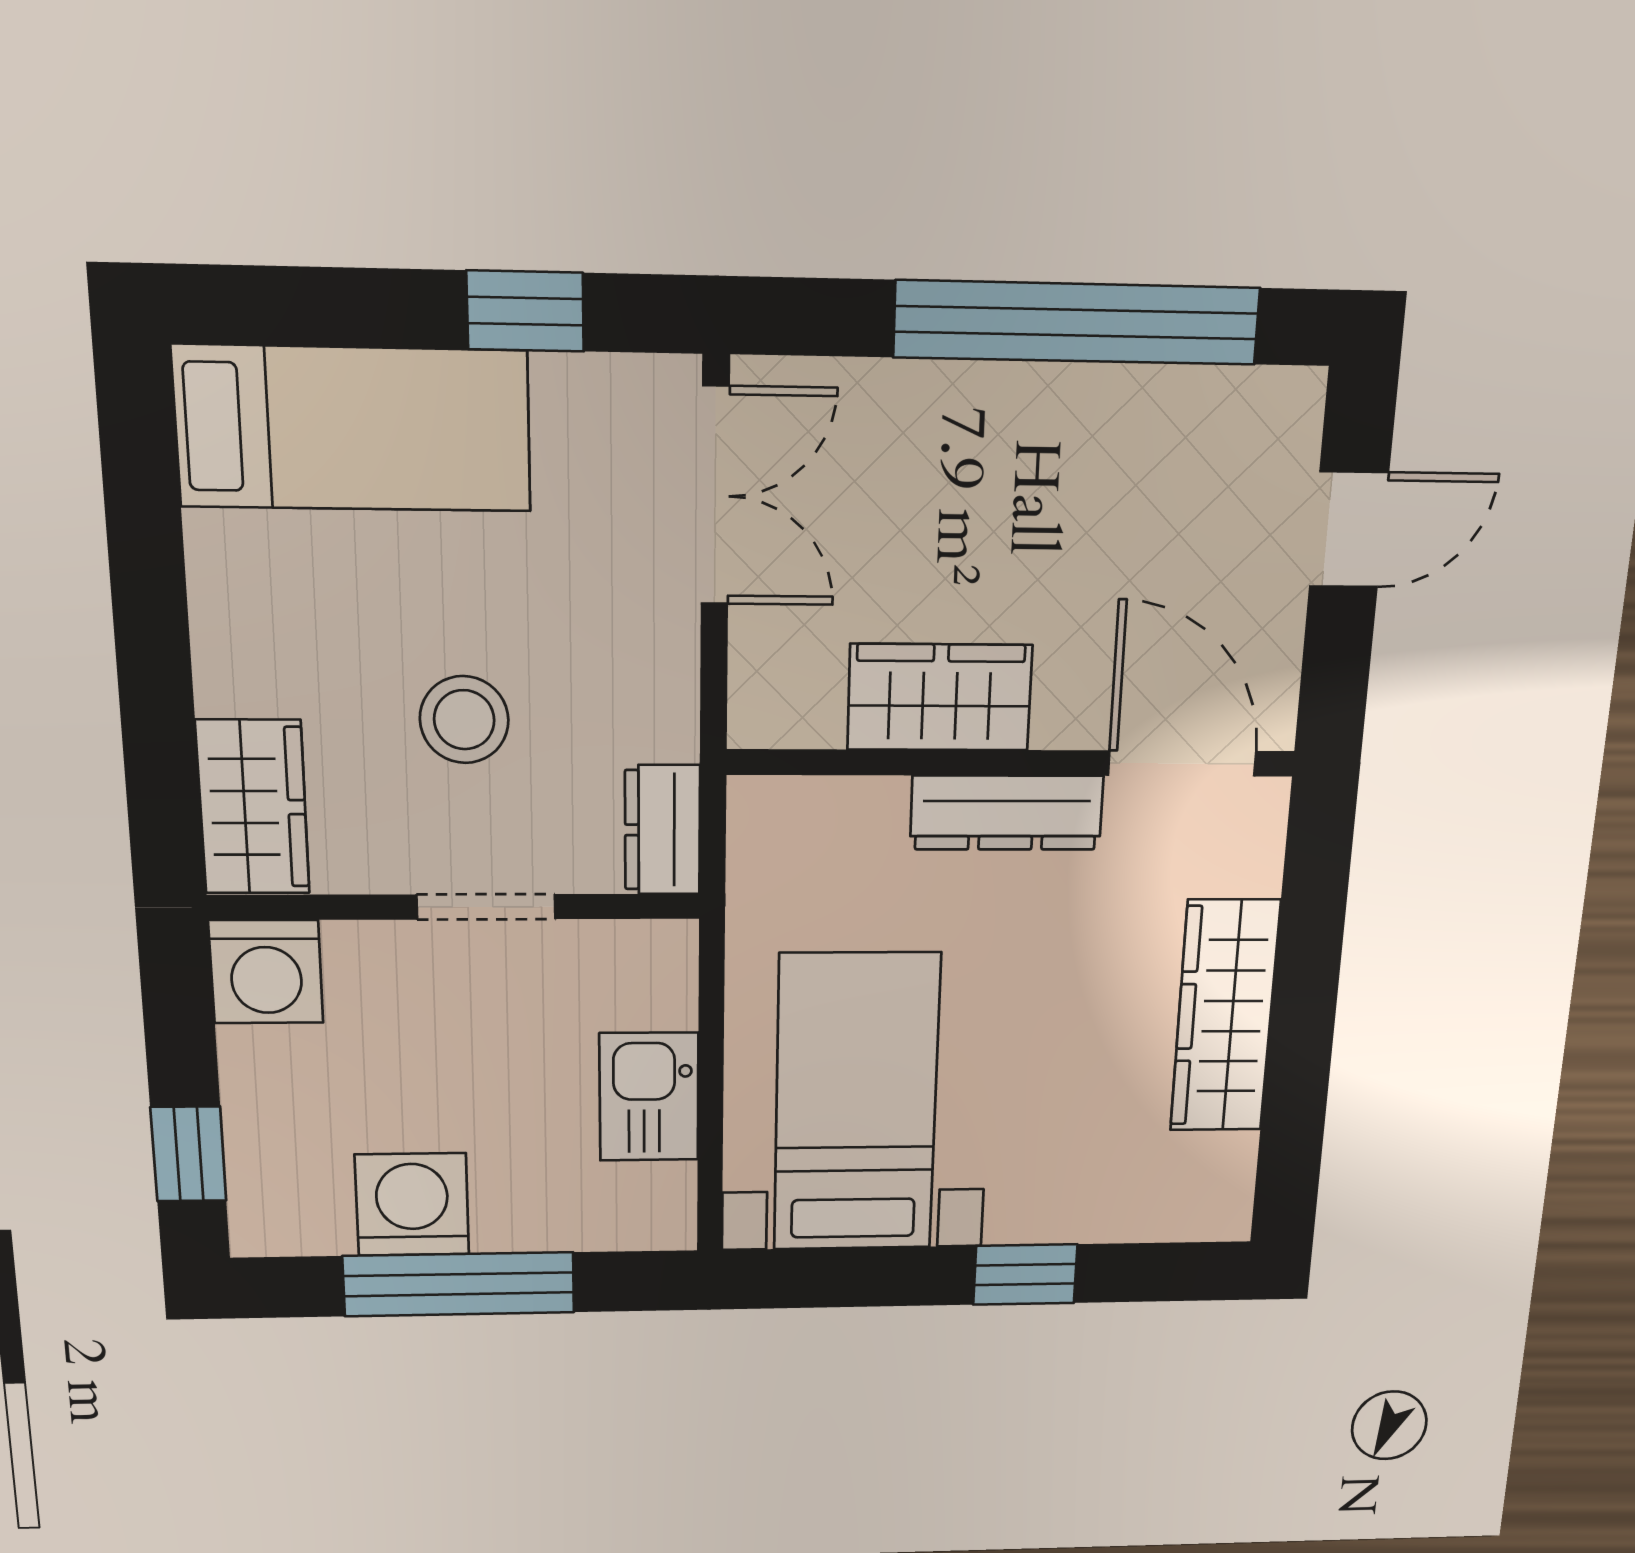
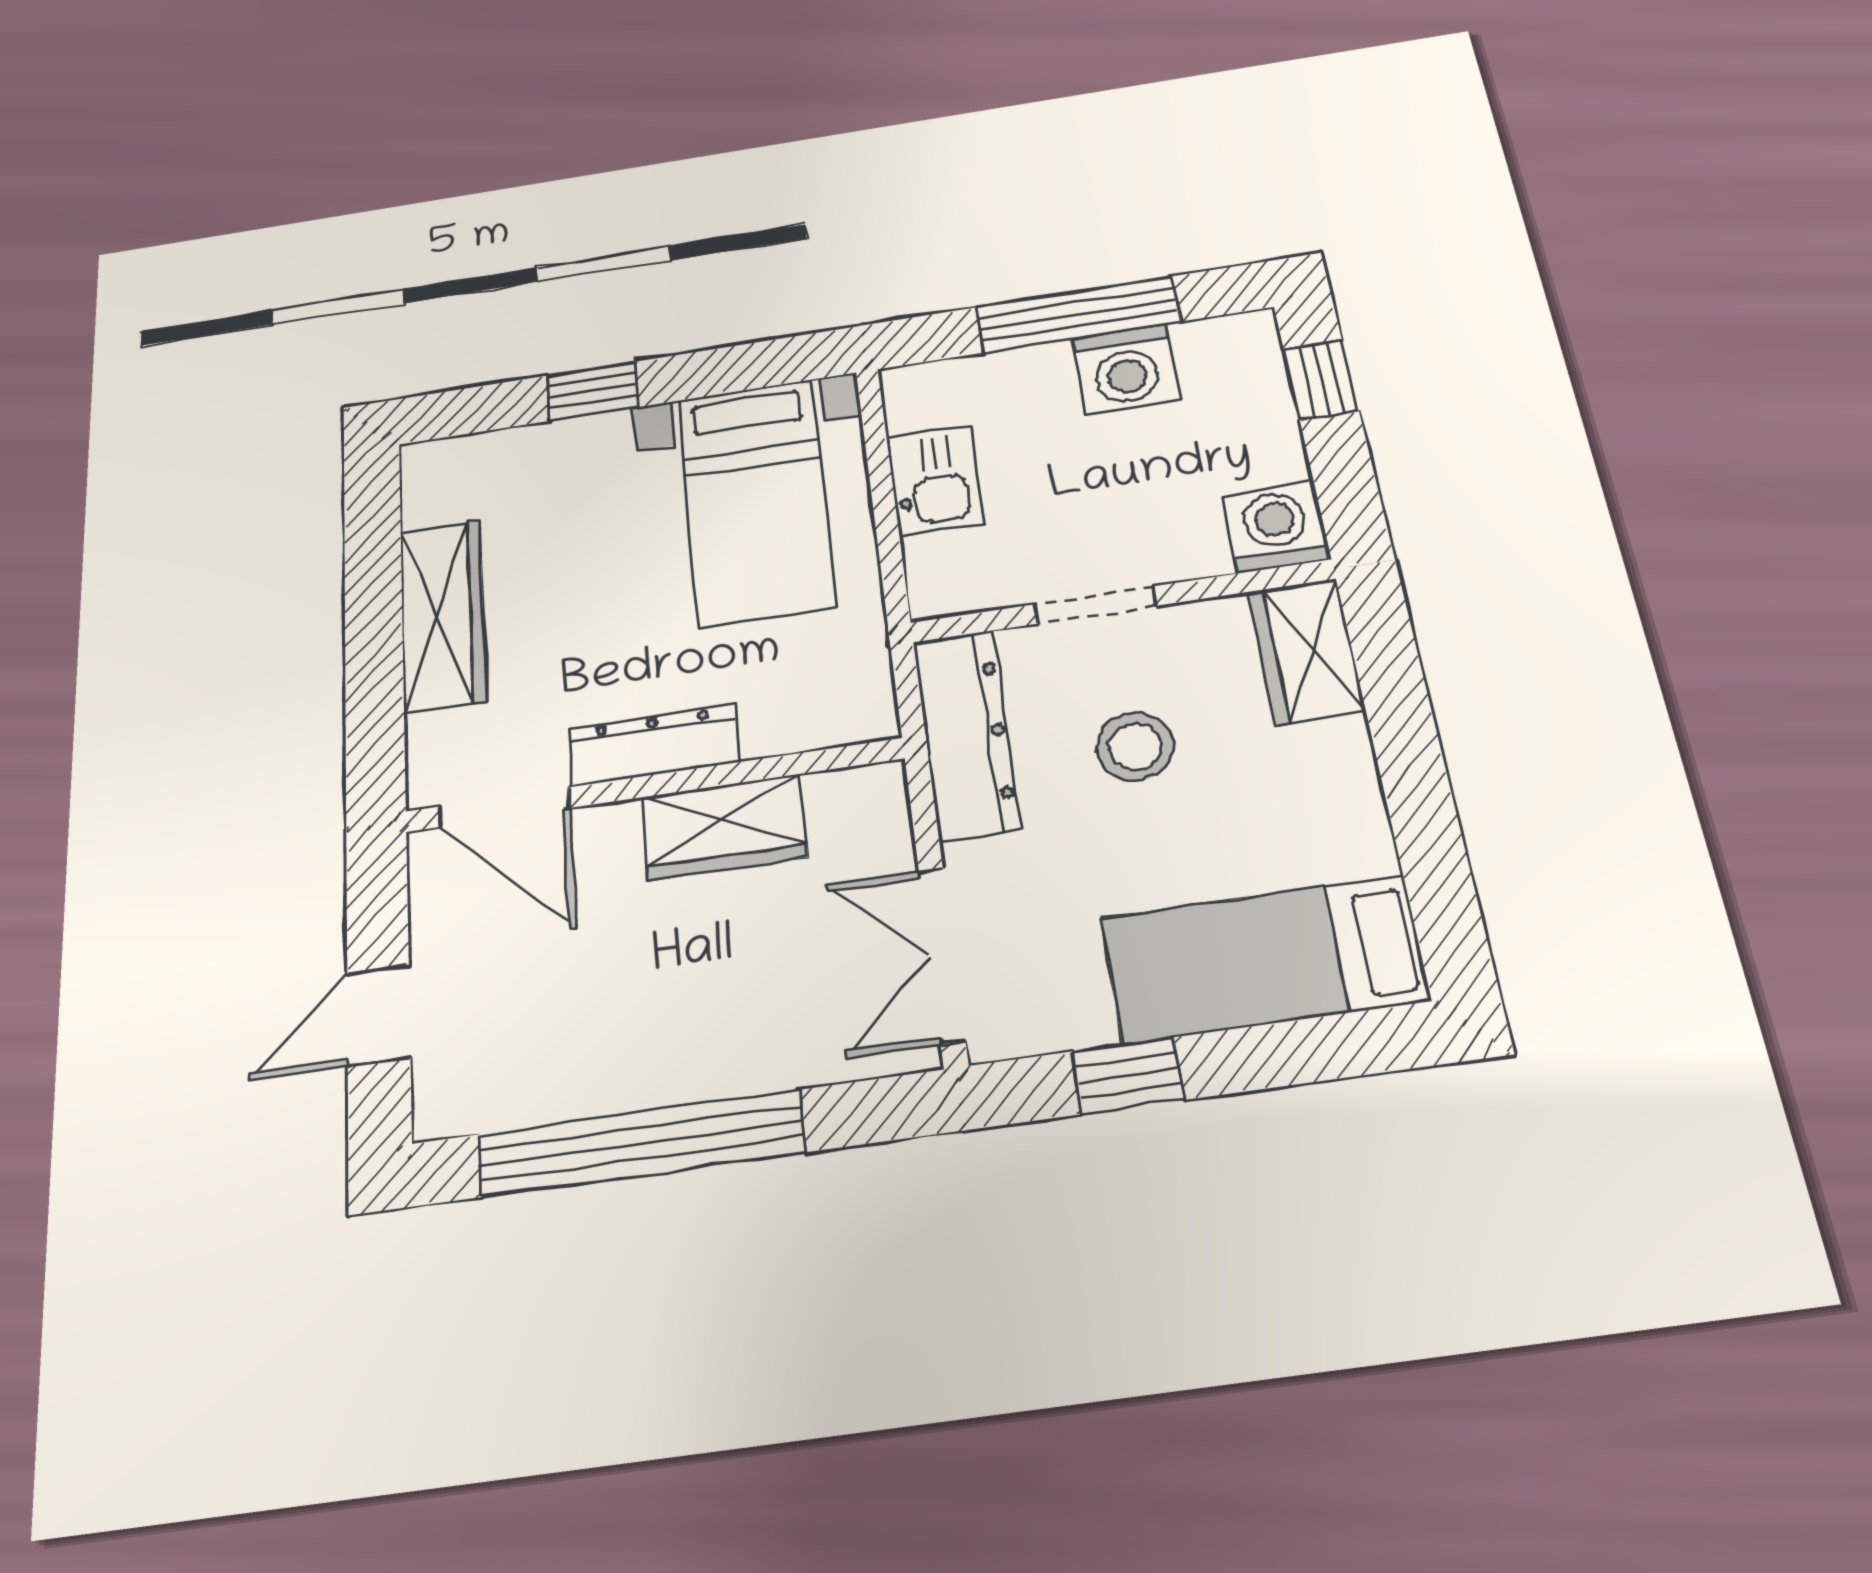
dresser: (662, 830) -> (966, 734), width x1.96, depth x1.24

